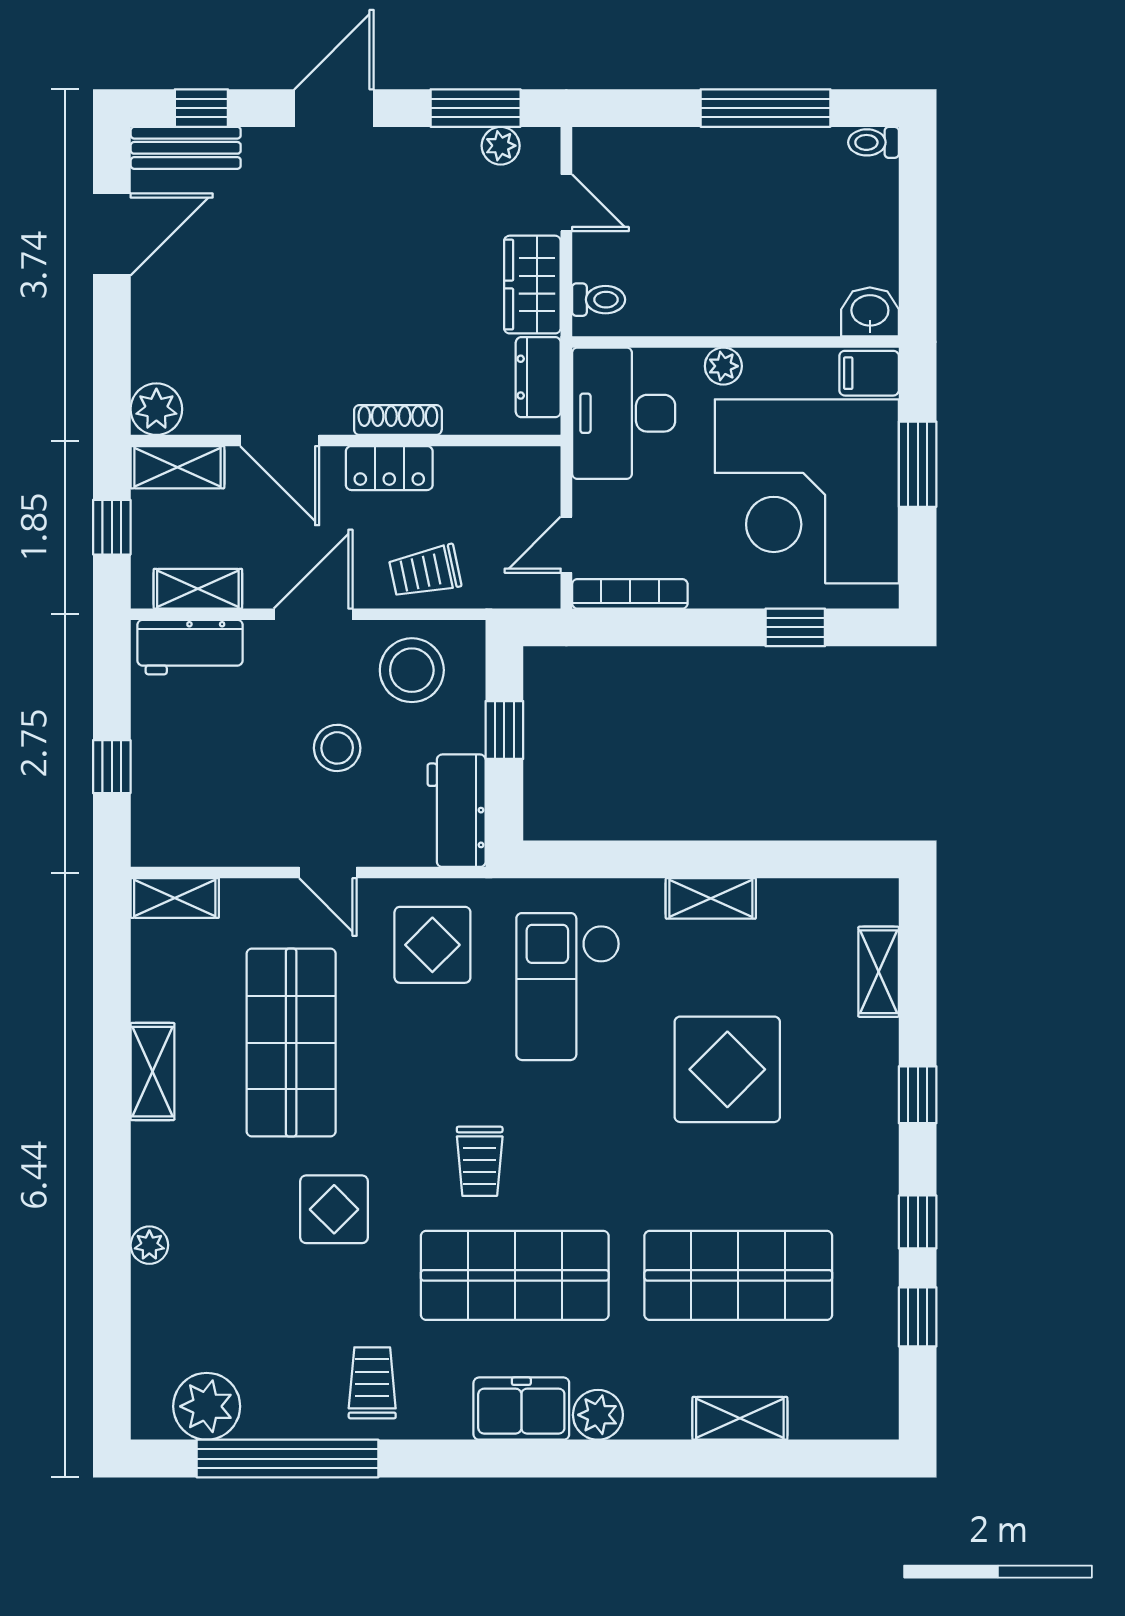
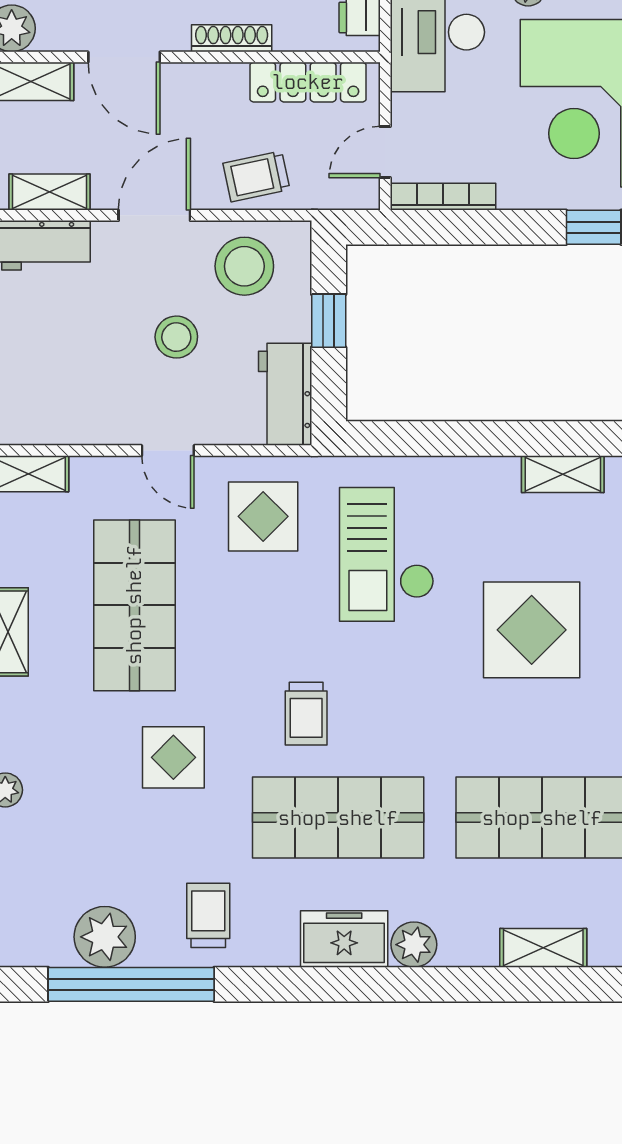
locker: (389, 468) -> (308, 82), moved, width x1.53
shelving: (711, 898) -> (563, 474), moved
plant: (207, 1406) -> (105, 937), moved

